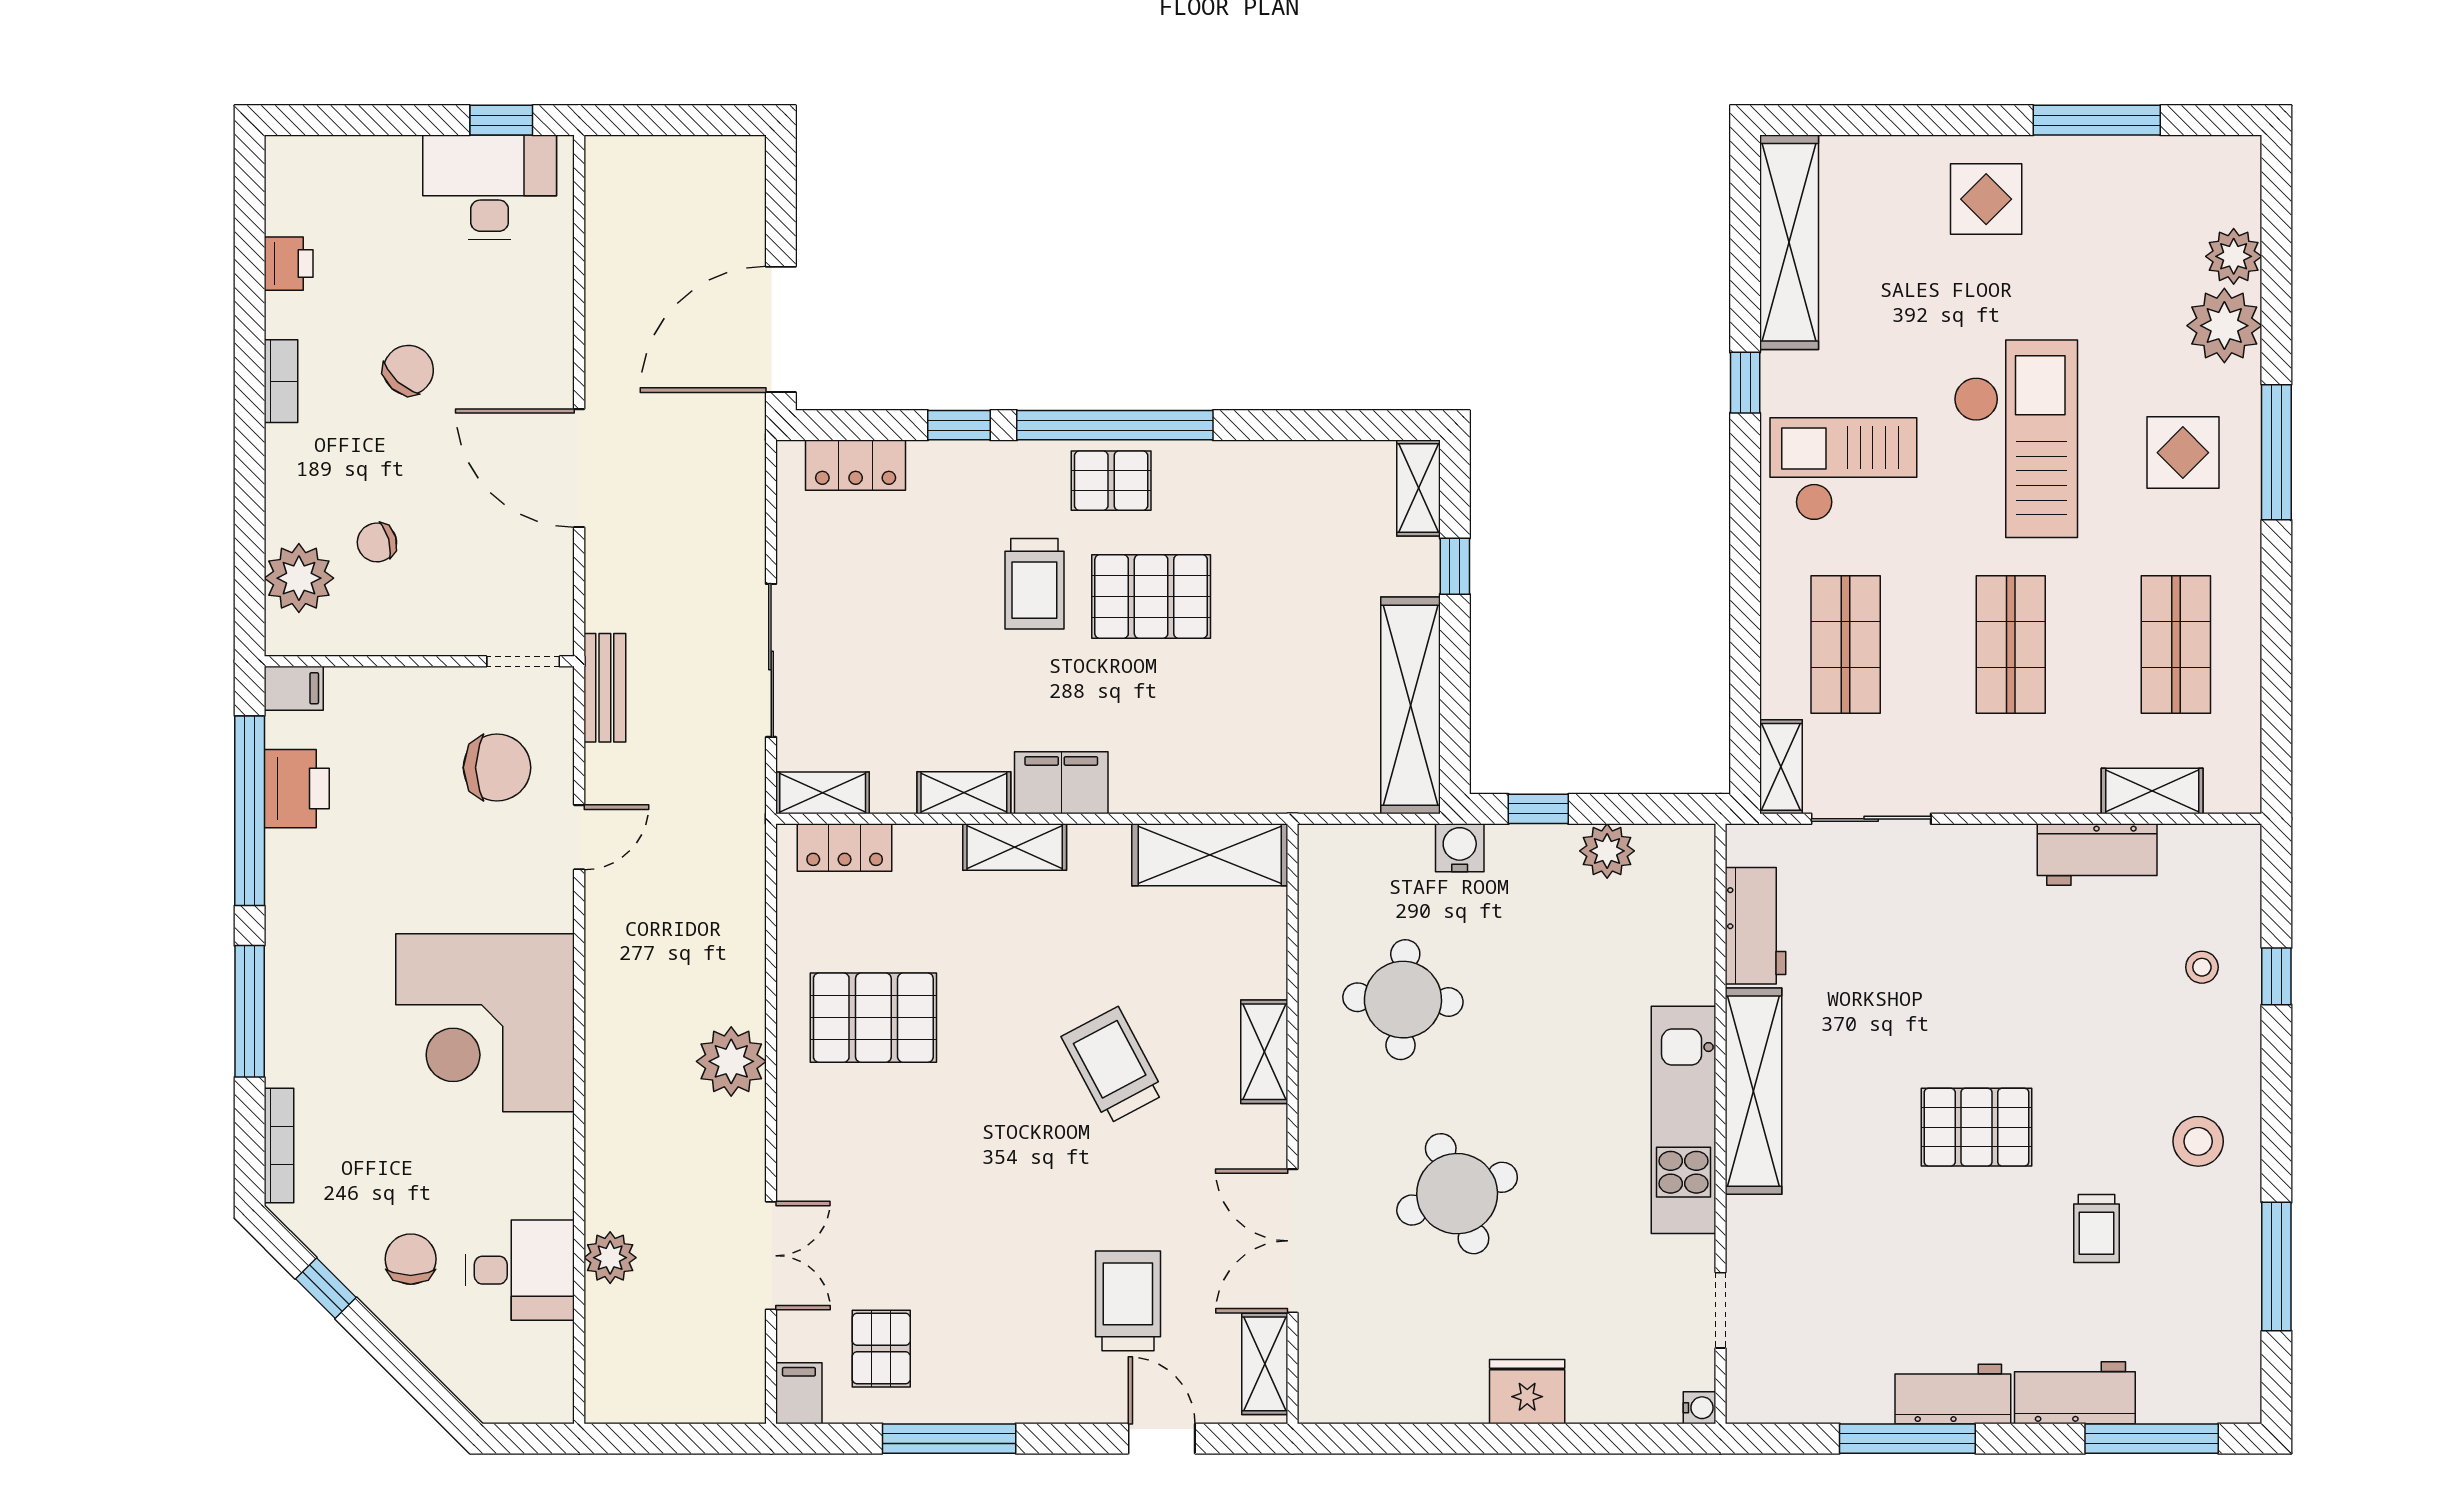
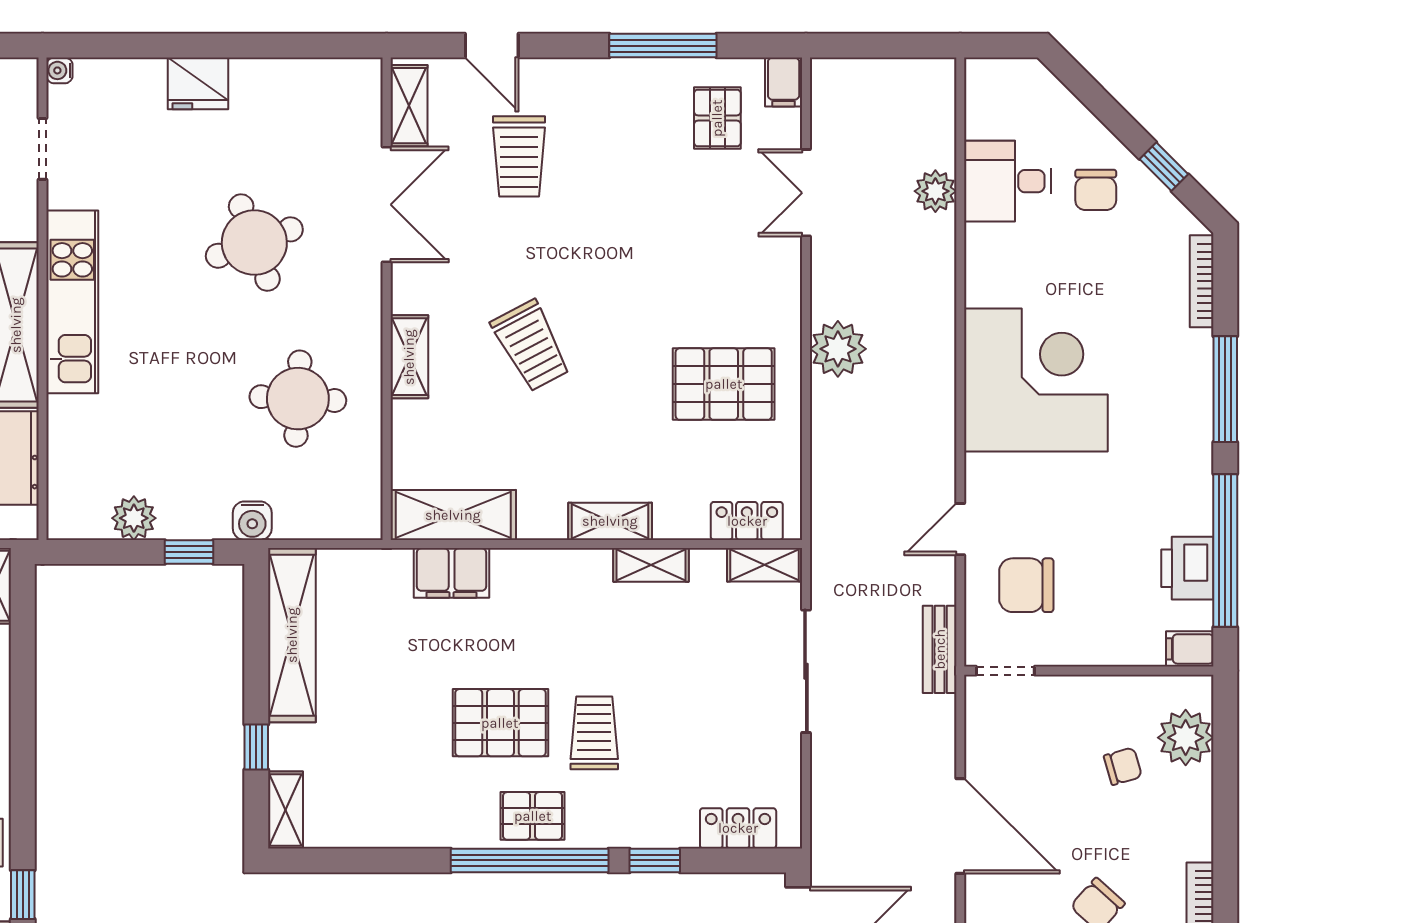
filing cabinet: (1061, 783) -> (452, 573), moved

